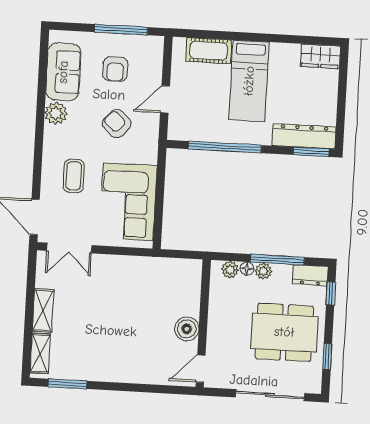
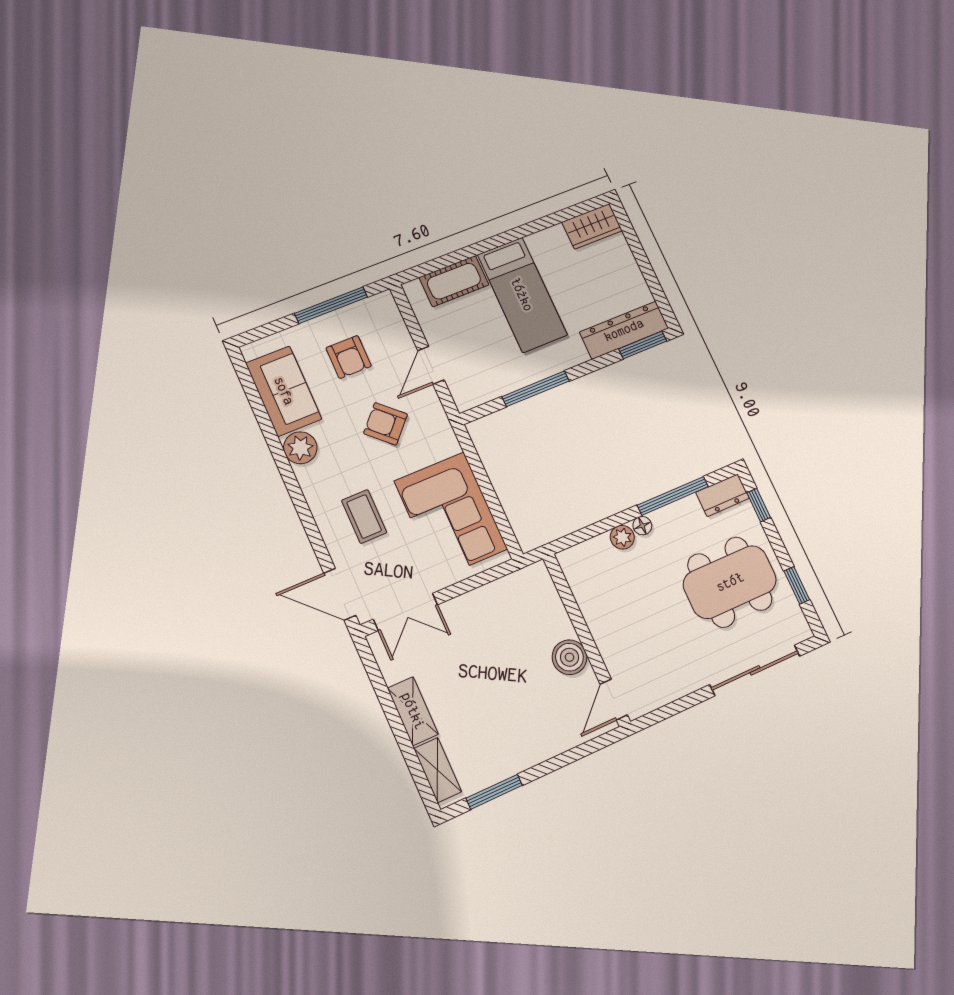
window: (225, 147) -> (536, 389), width x0.68
plant: (263, 271) -> (664, 519), removed
wall: (203, 323) -> (586, 640), moved
boiler: (187, 329) -> (569, 657), moved
door: (201, 369) -> (614, 700), moved

